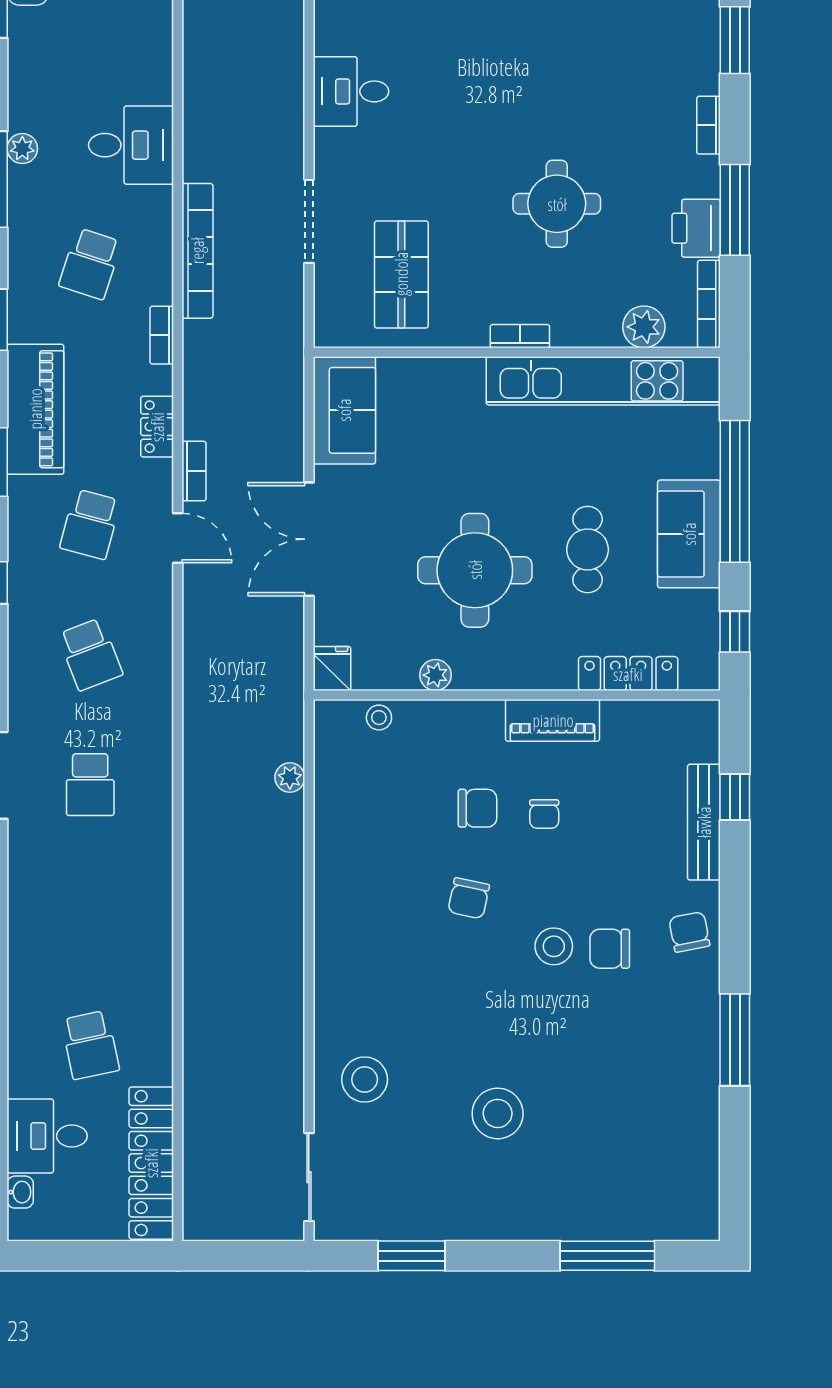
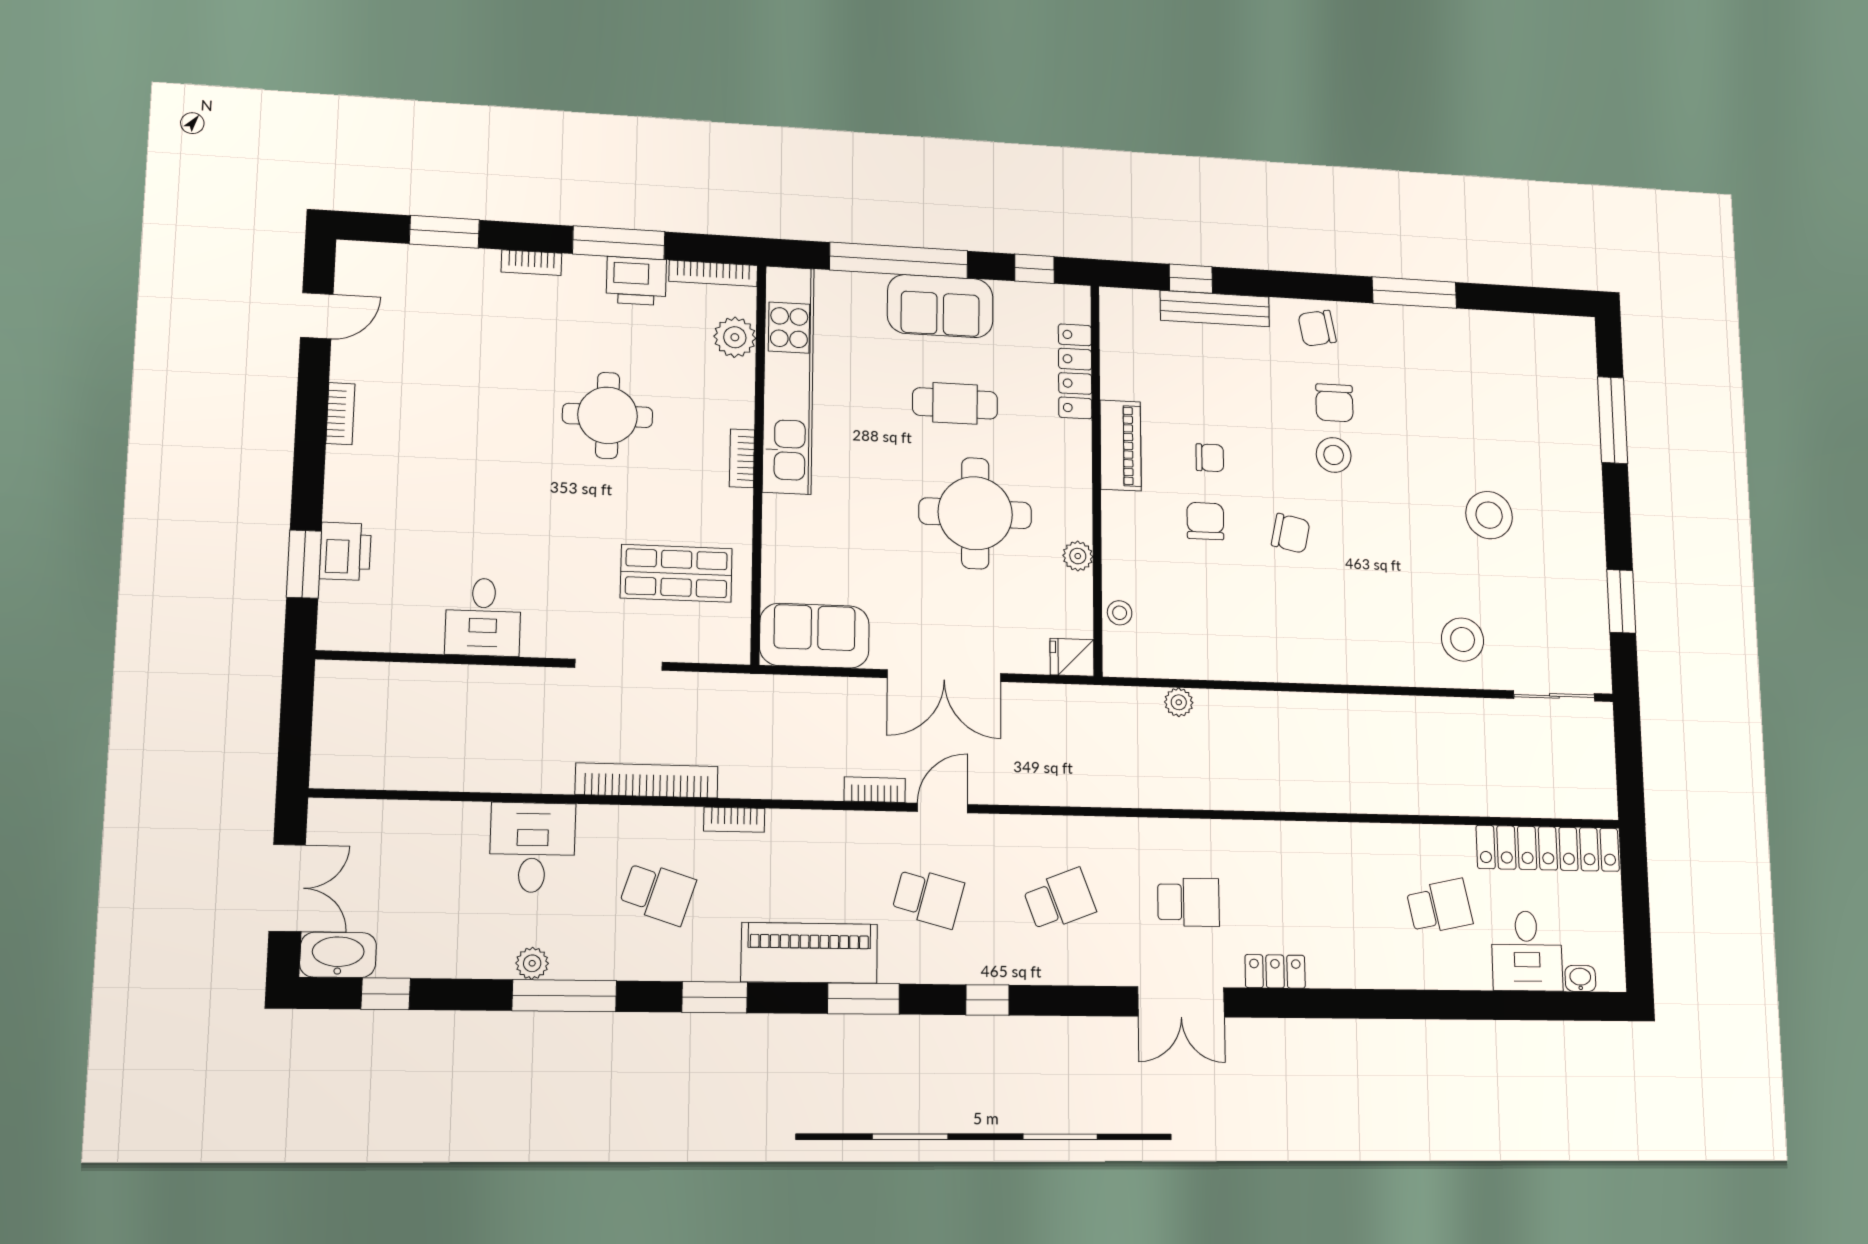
locker: (157, 427) -> (1275, 971), moved, turned 180

